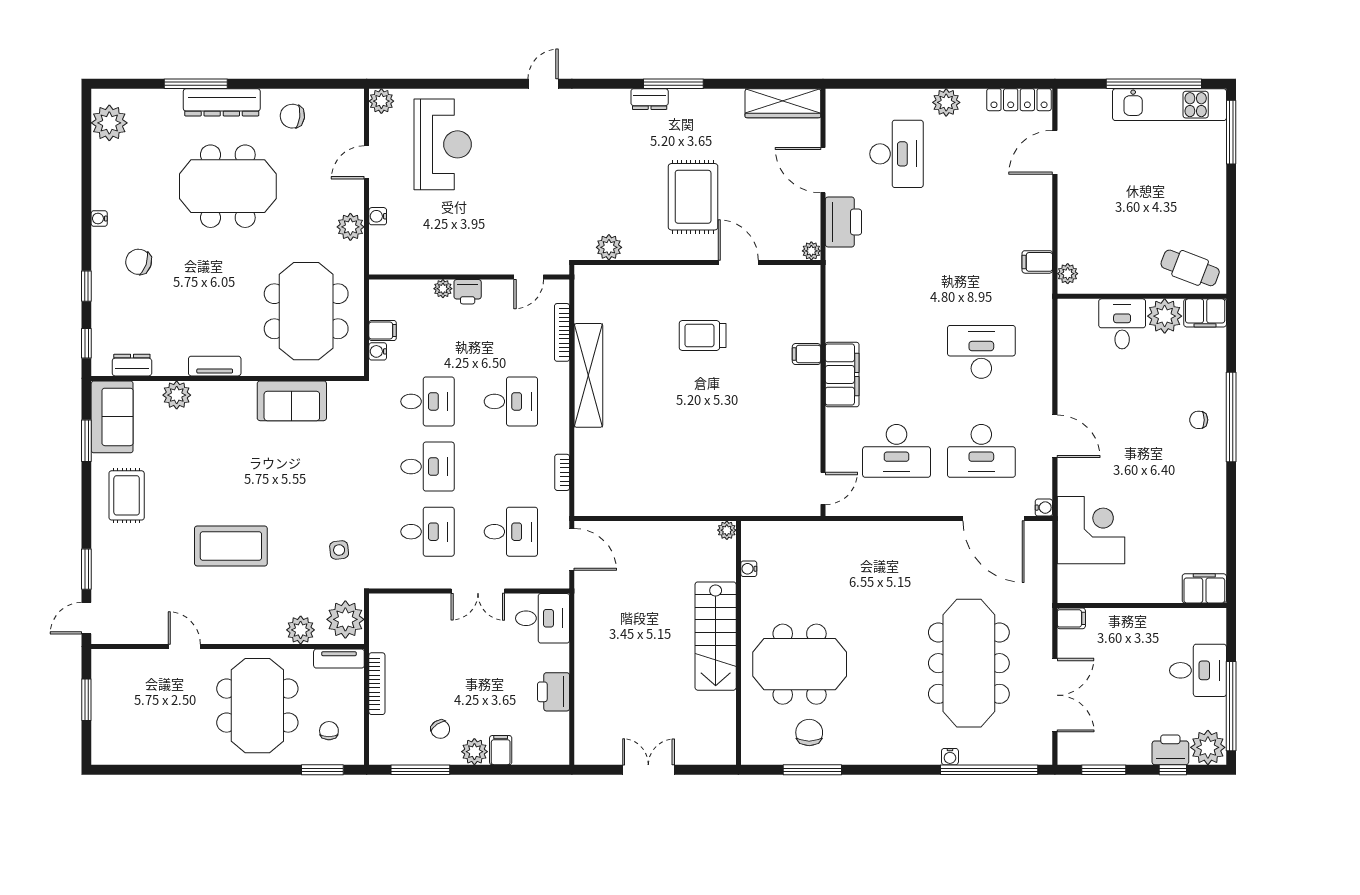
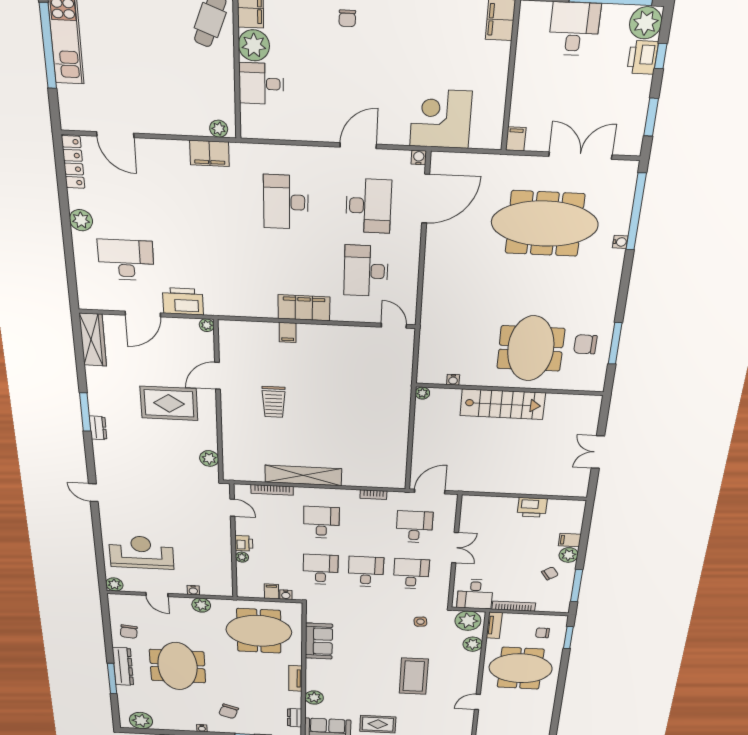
filing cabinet: (1037, 262) -> (209, 153), width x2.00
desk: (897, 451) -> (366, 271), turned 180
desk: (543, 618) -> (475, 594), moved, turned 180

